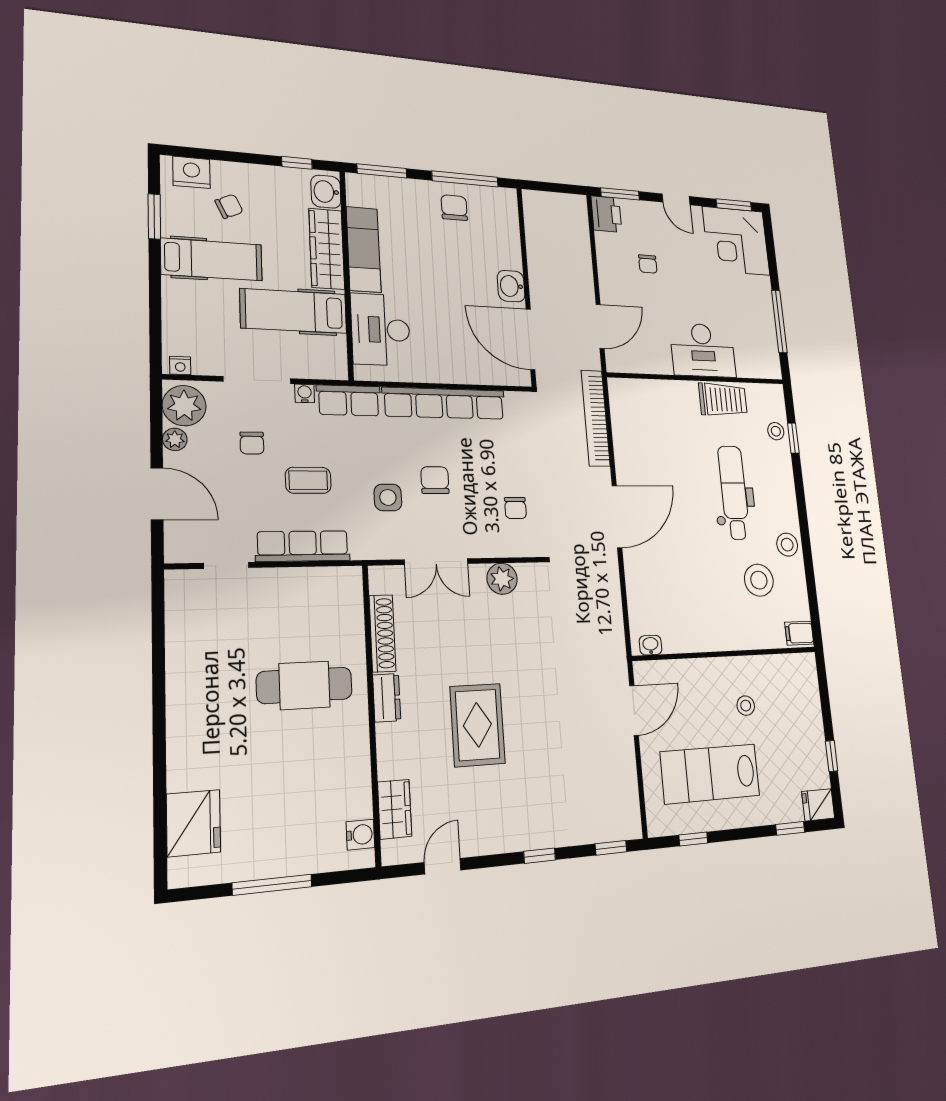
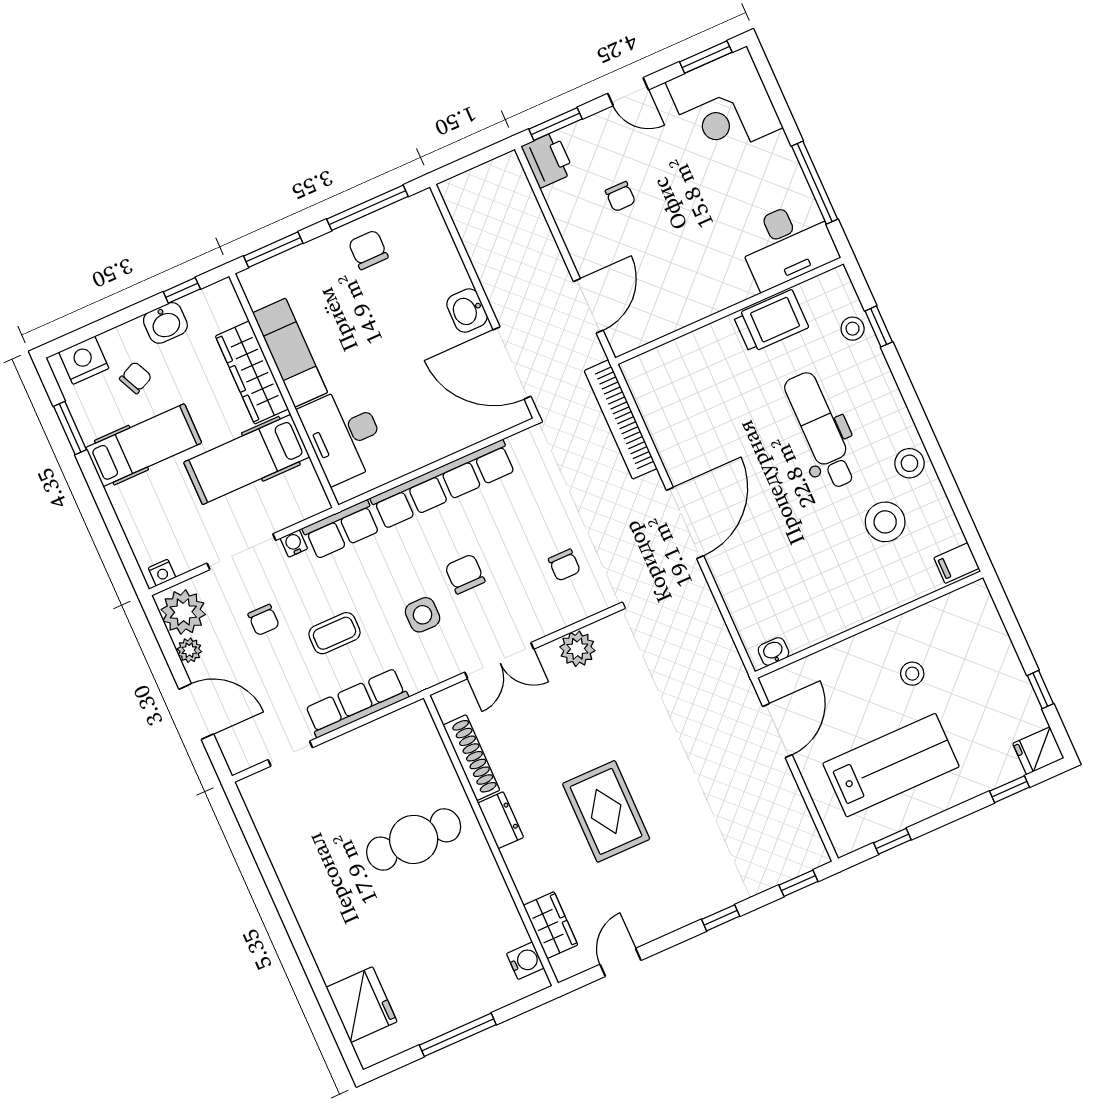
washbasin: (326, 192) -> (165, 323), moved, turned -90
desk: (703, 350) -> (787, 244), moved
lab bench: (710, 774) -> (891, 765), turned 180

